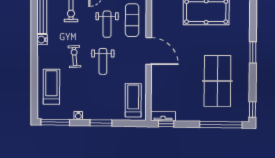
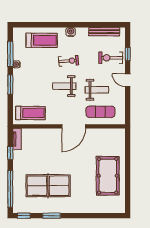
weight bench: (107, 24) -> (97, 90), turned 180
water cooler: (42, 40) -> (71, 32), moved
window: (253, 52) -> (52, 216), moved
window: (55, 122) -> (10, 54), moved
window: (166, 124) -> (10, 153), moved

